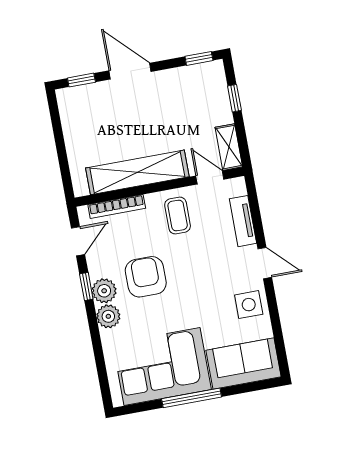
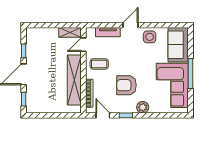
window: (199, 58) -> (24, 51), moved
window: (234, 98) -> (46, 25), removed
plant: (104, 291) -> (130, 107), removed

